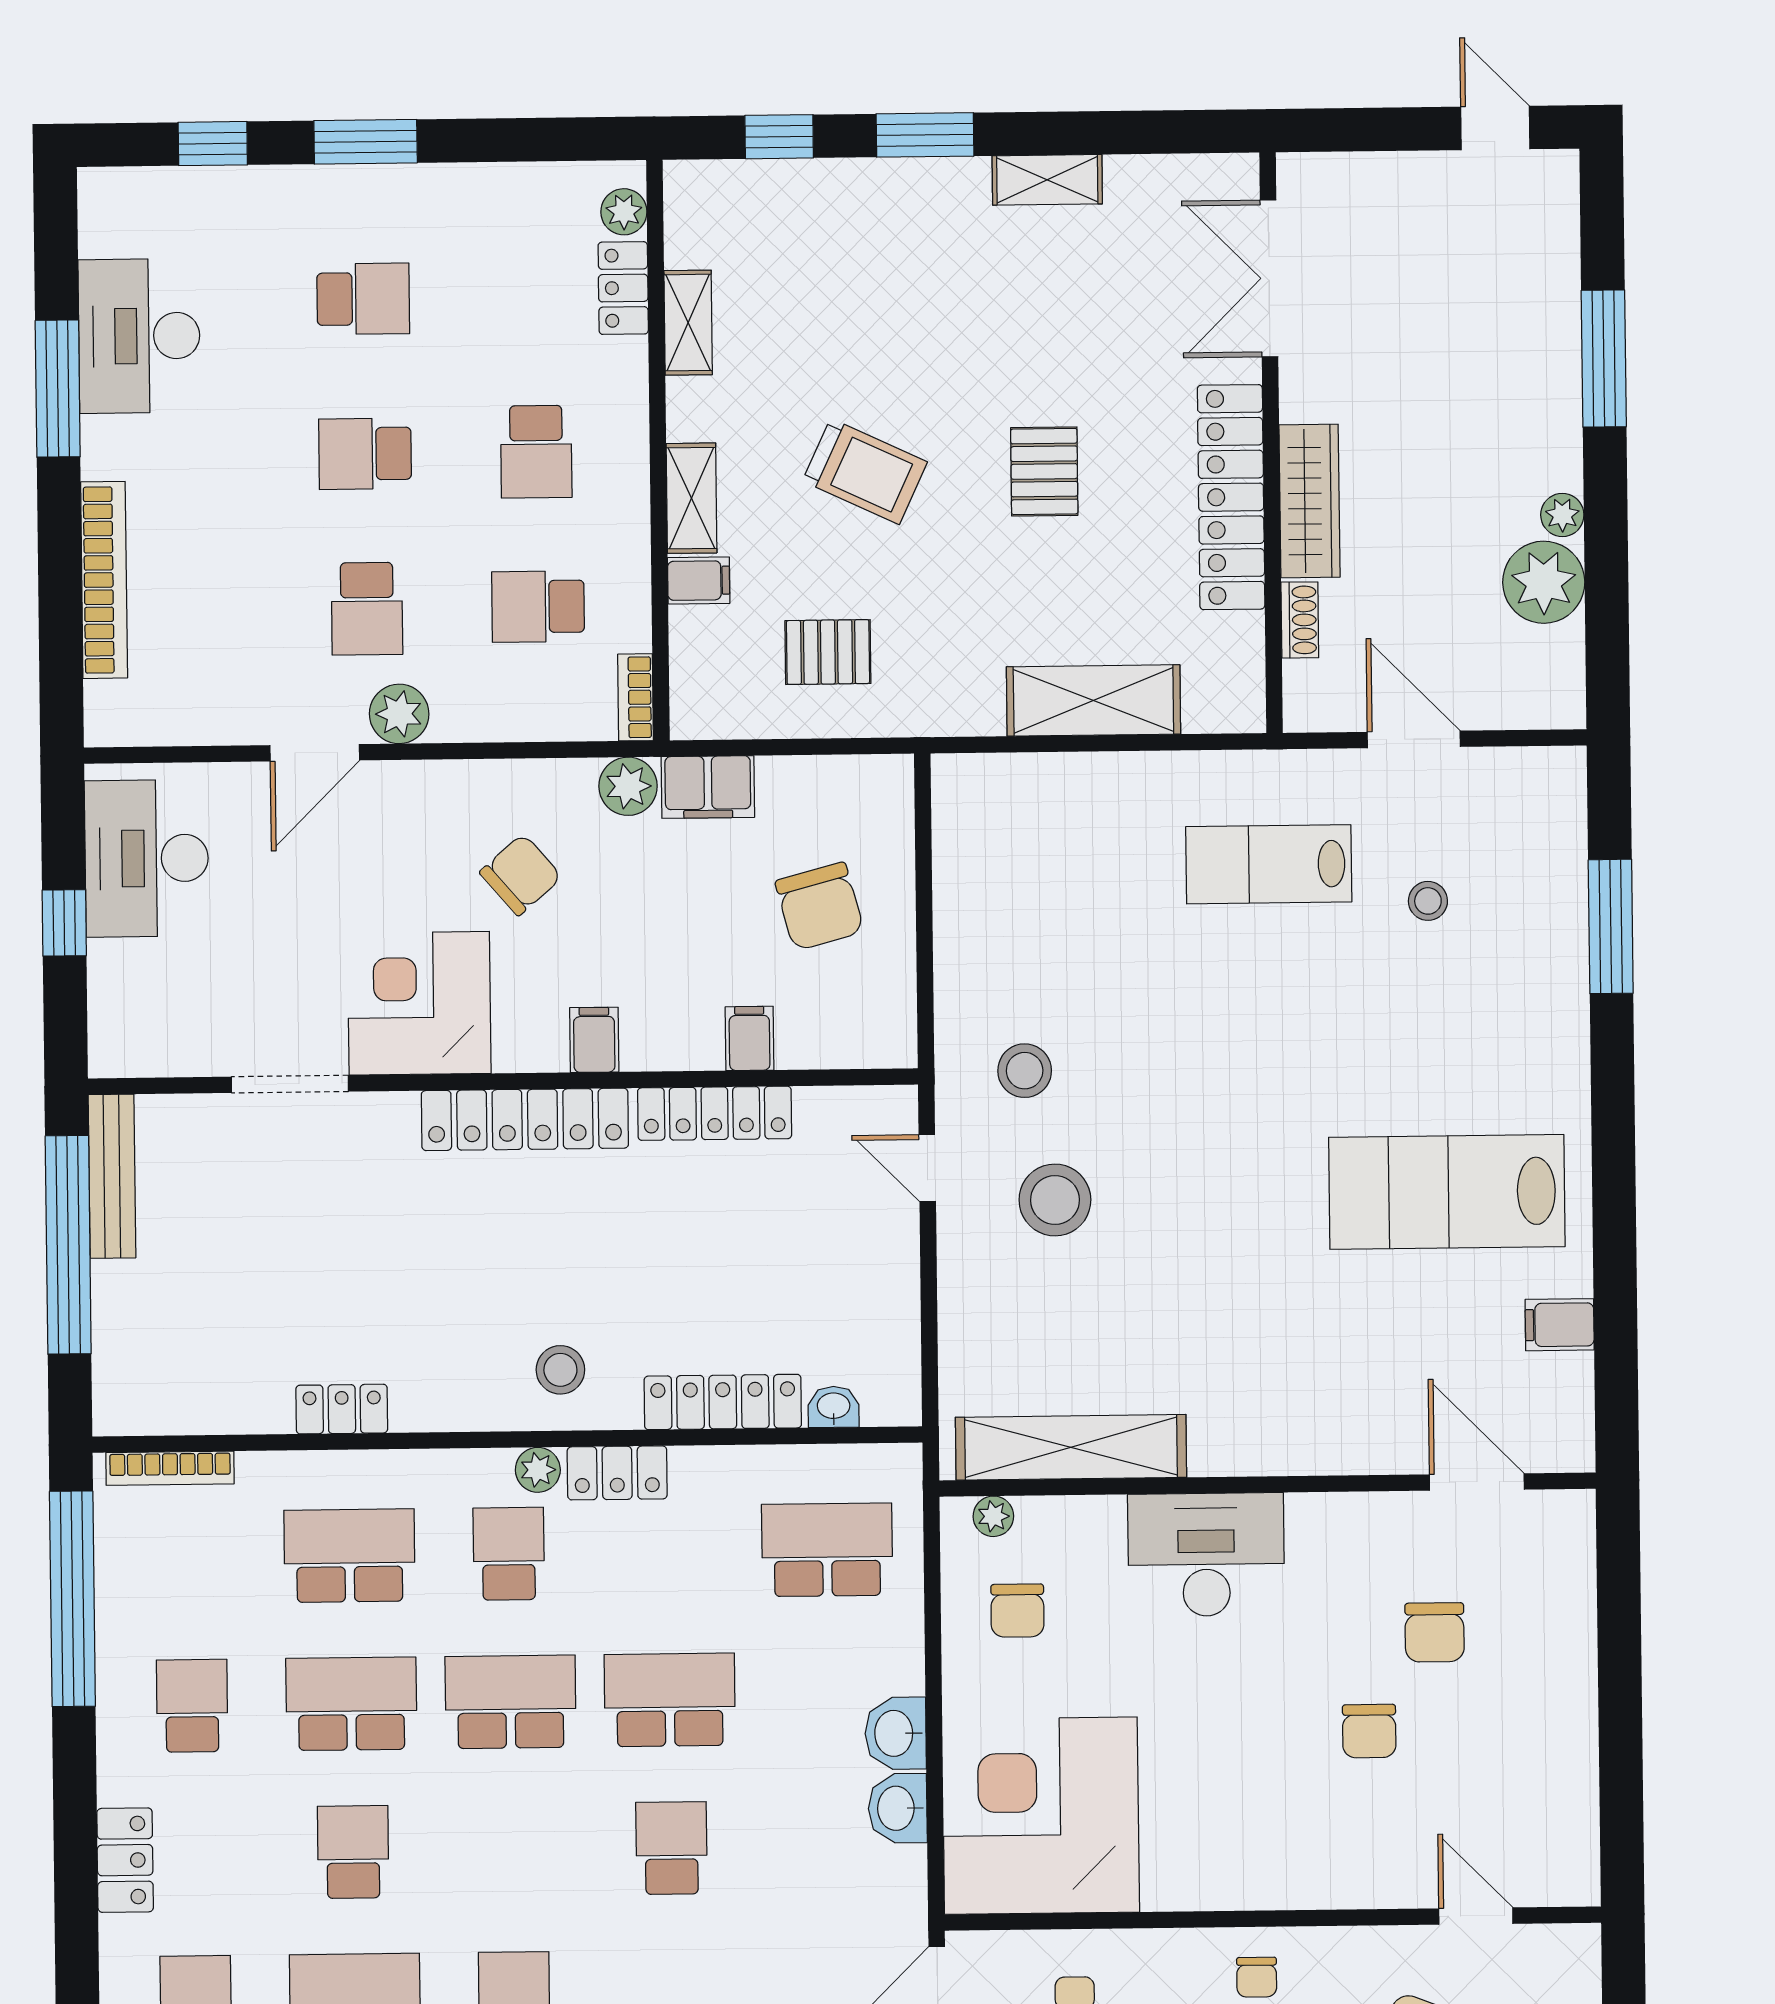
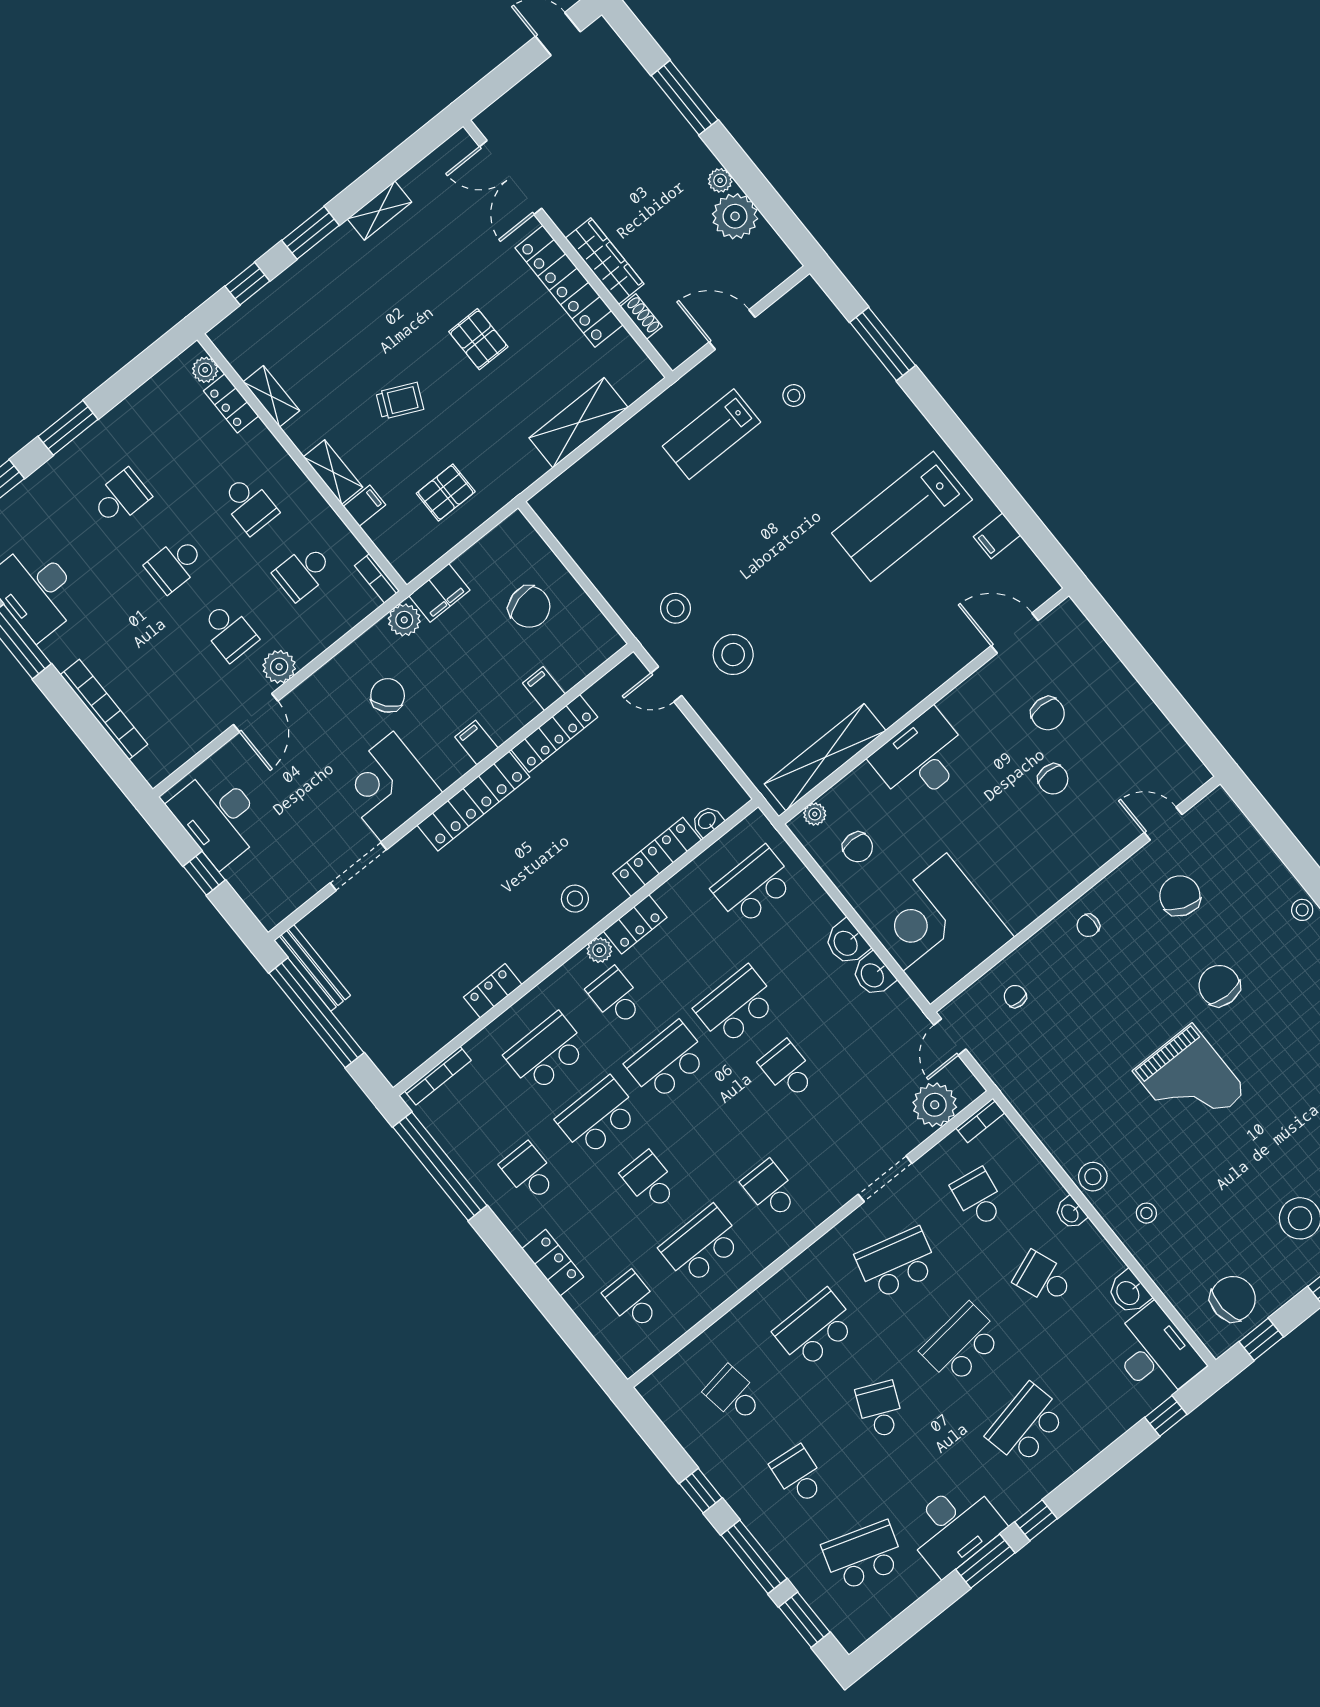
trolley: (865, 471) -> (400, 401), width x0.73, depth x0.72
chair: (1257, 1977) -> (1088, 925), turned 90

